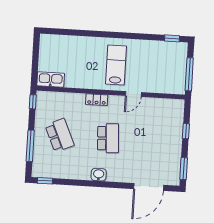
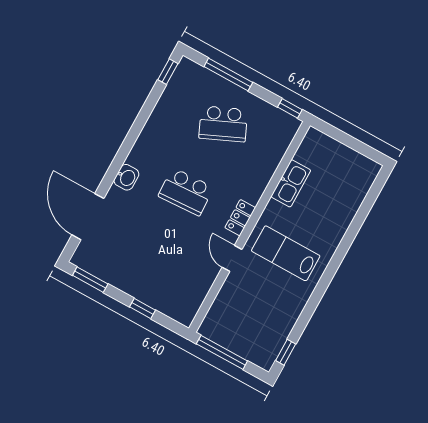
lab bench: (116, 65) -> (286, 253), turned 180
kitchen sink: (51, 80) -> (291, 183), moved
locker: (97, 100) -> (240, 218), moved
washbasin: (99, 175) -> (126, 177), moved

